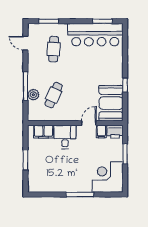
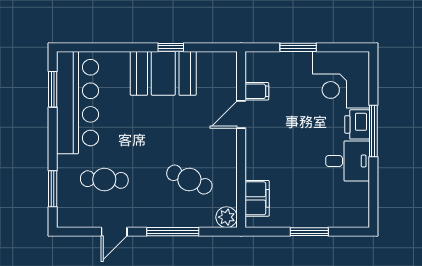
door: (25, 43) -> (114, 232), moved
plant: (33, 95) -> (227, 217), moved
booth: (111, 103) -> (163, 73), moved
door: (89, 123) -> (241, 114), hinge flipped
printer: (115, 132) -> (357, 124), moved, turned 180
desk: (65, 137) -> (348, 161), moved, turned 180

